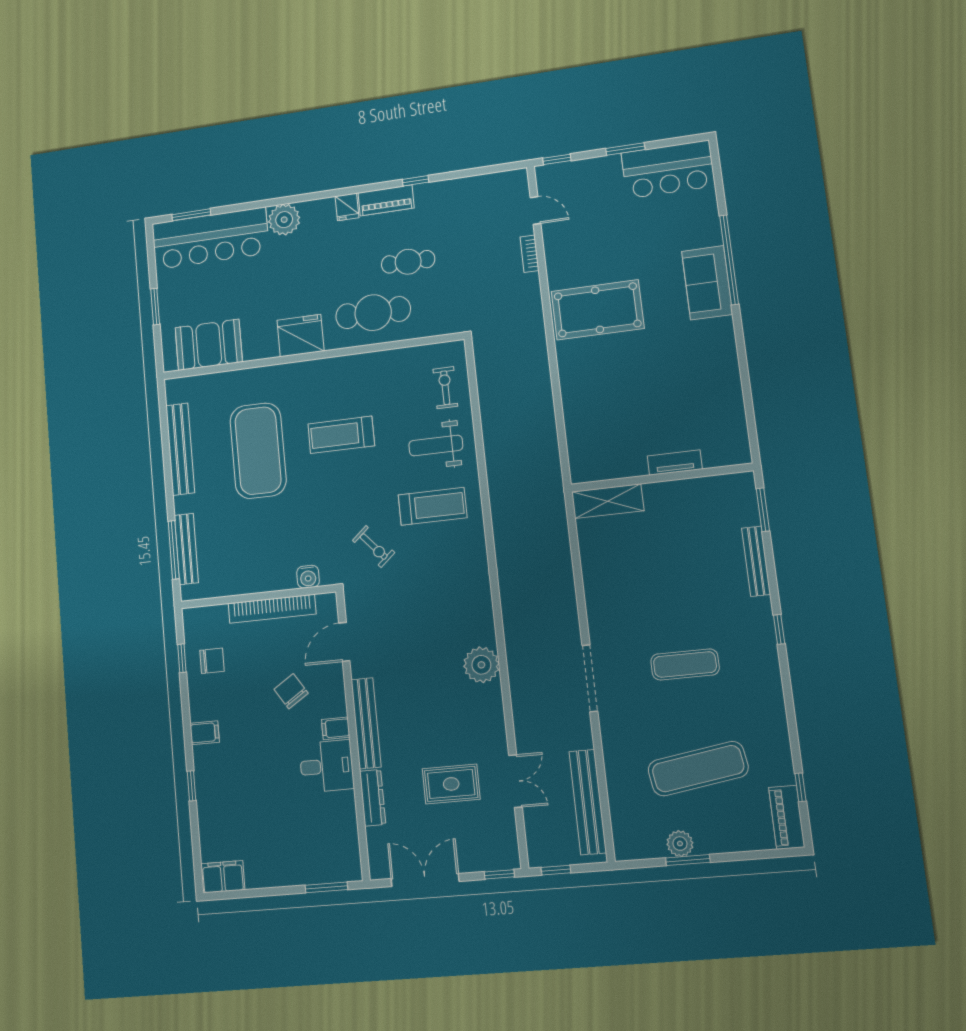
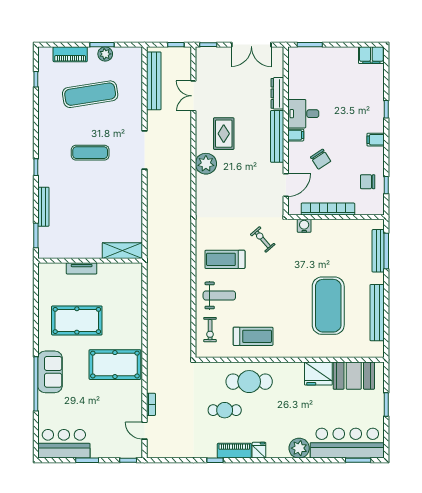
fridge: (300, 336) -> (318, 373), moved
pool table: (672, 374) -> (77, 320), added
treadmill: (341, 435) -> (253, 336), moved
rug: (451, 784) -> (224, 134), moved, turned 90
piano: (787, 817) -> (70, 54), moved, turned 90

